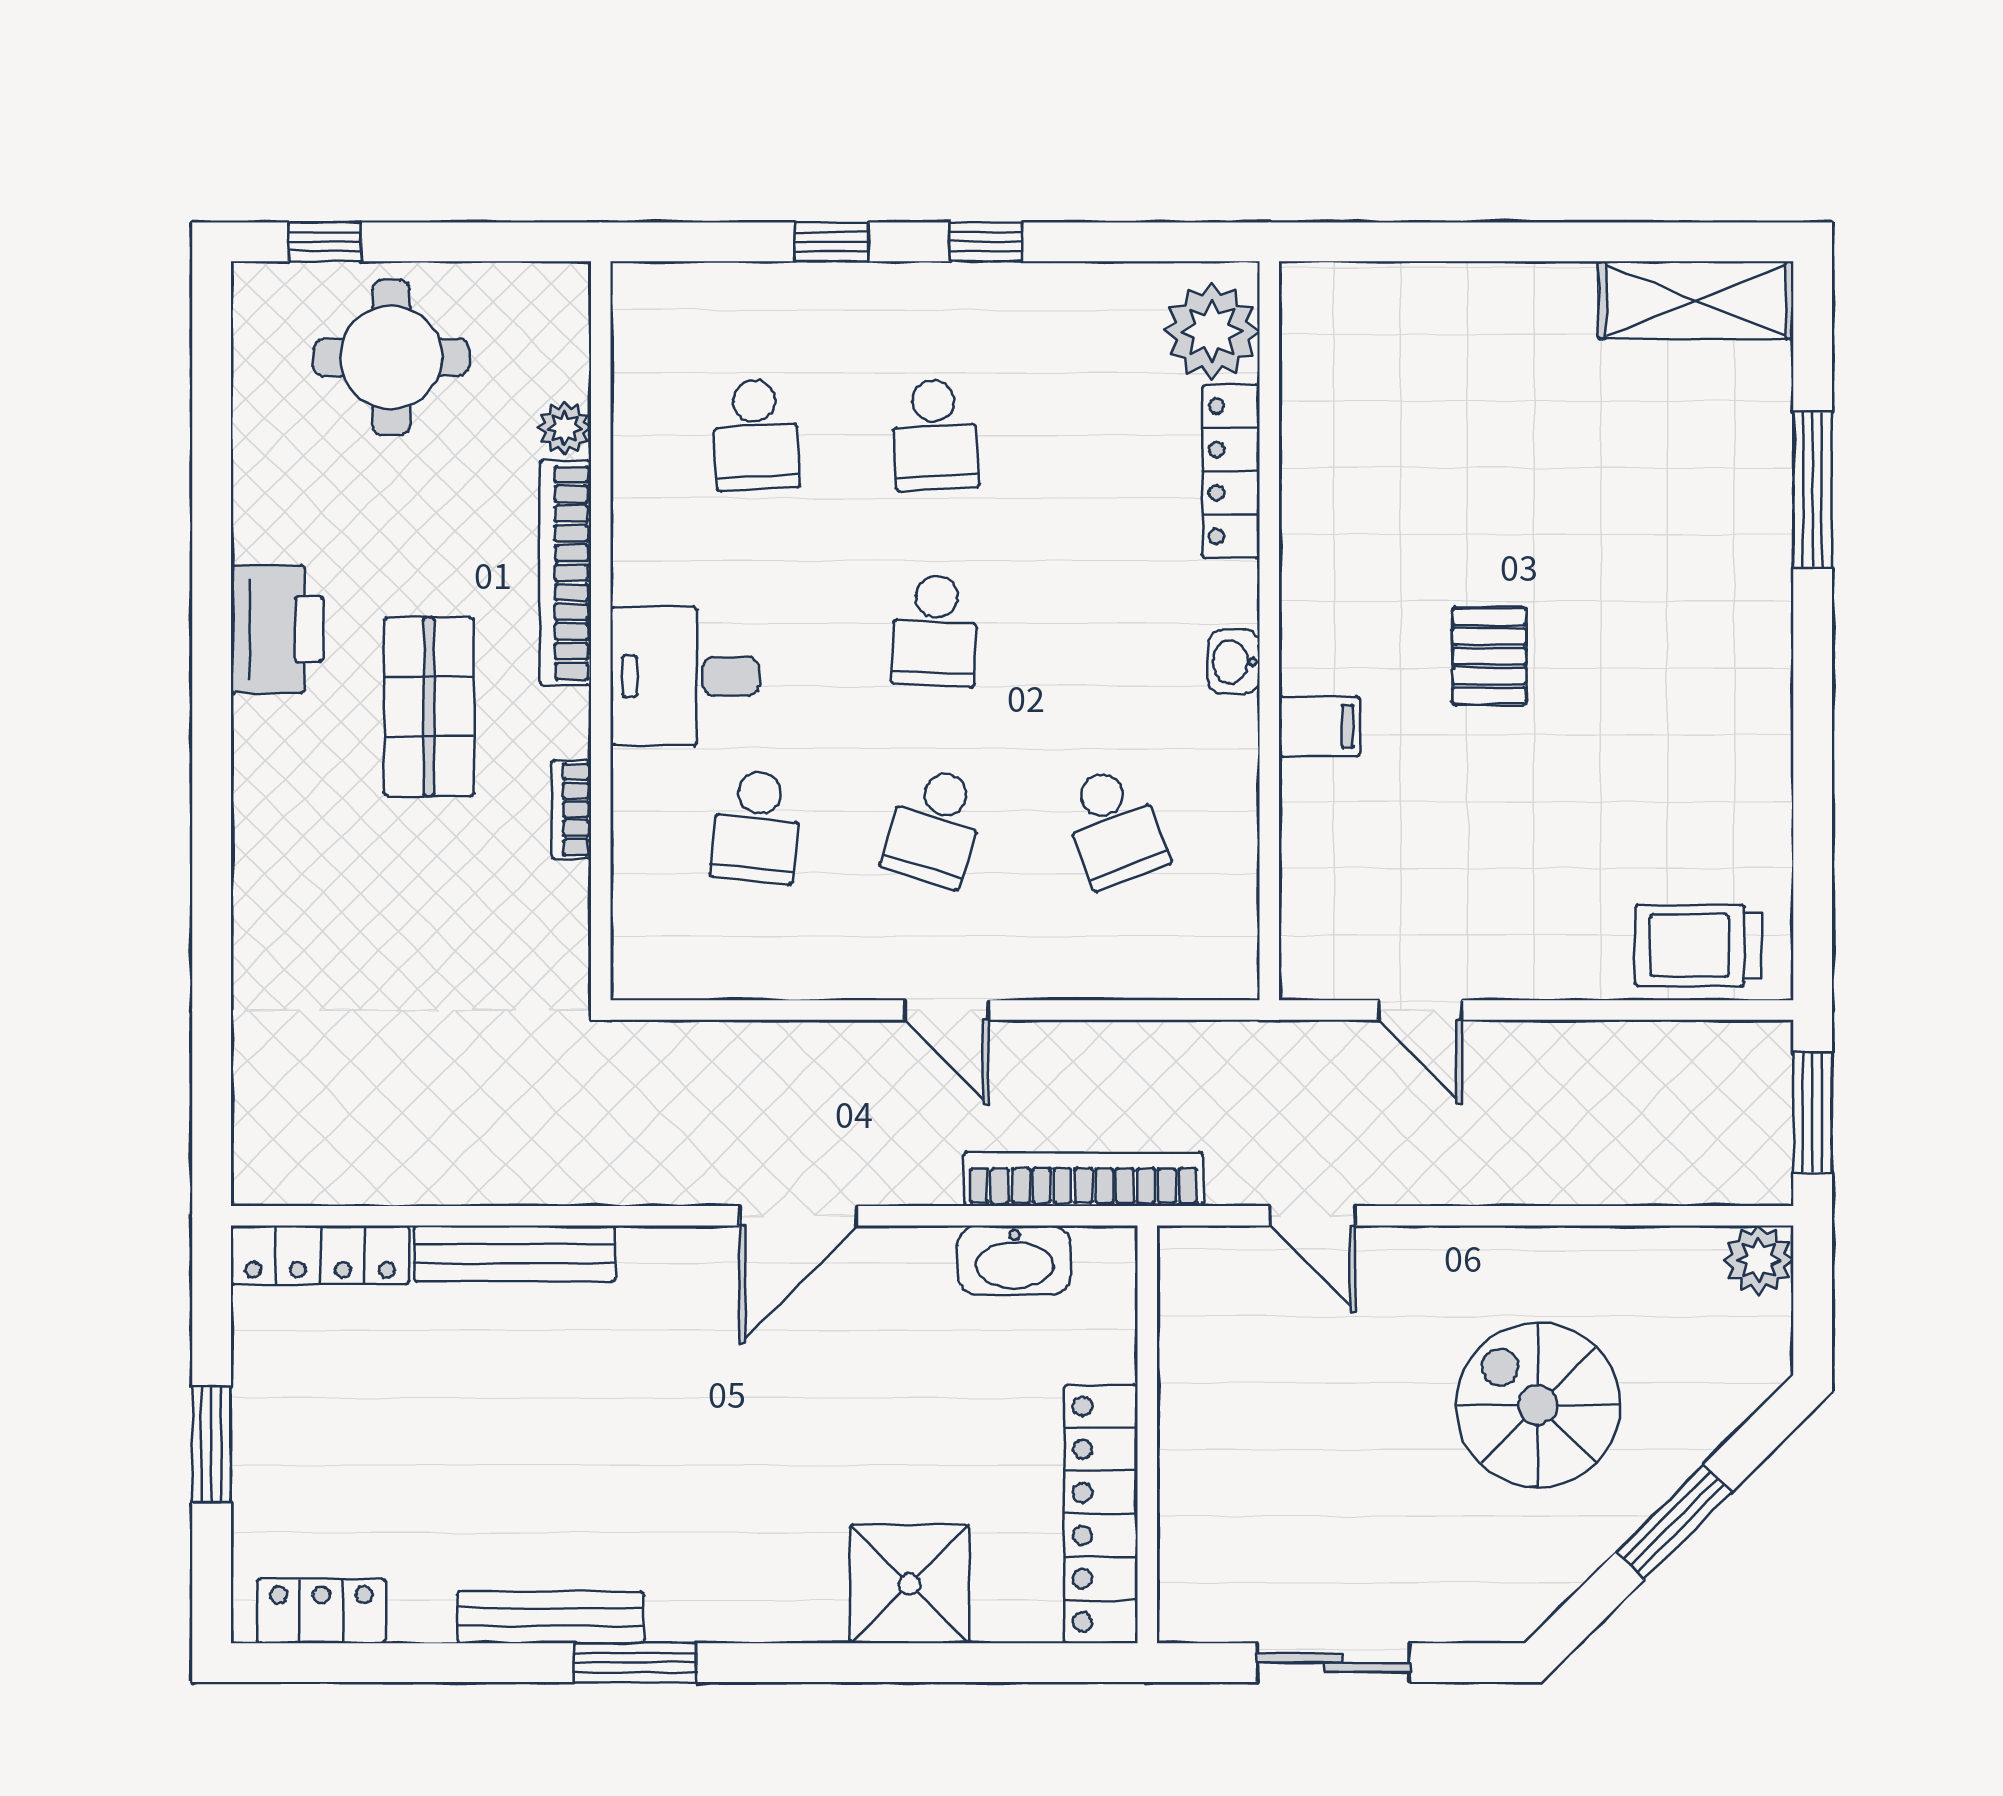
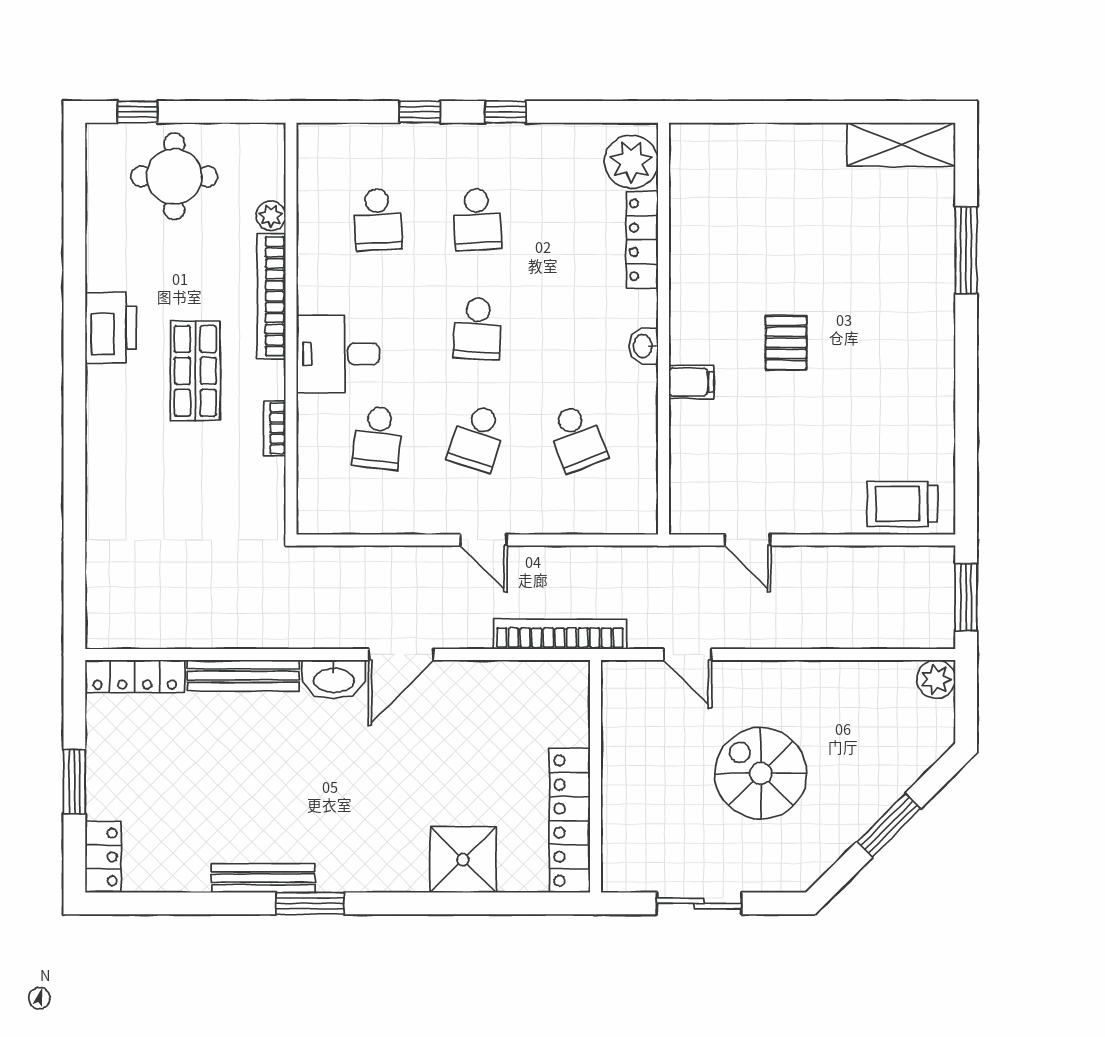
washbasin: (1014, 1260) -> (334, 679), moved
spiral stairs: (1538, 1405) -> (761, 773), moved
locker: (321, 1611) -> (103, 857), moved, turned 90

